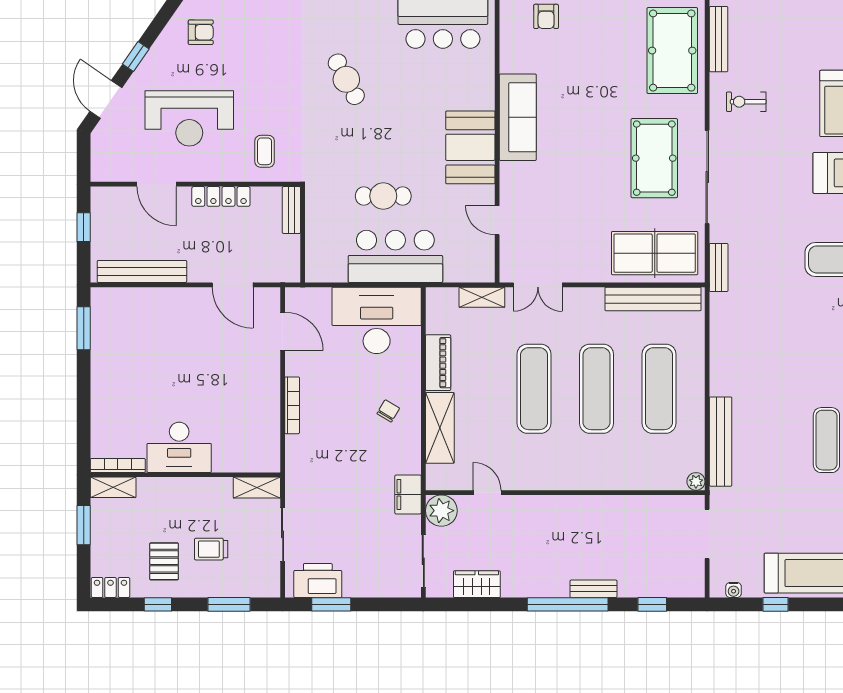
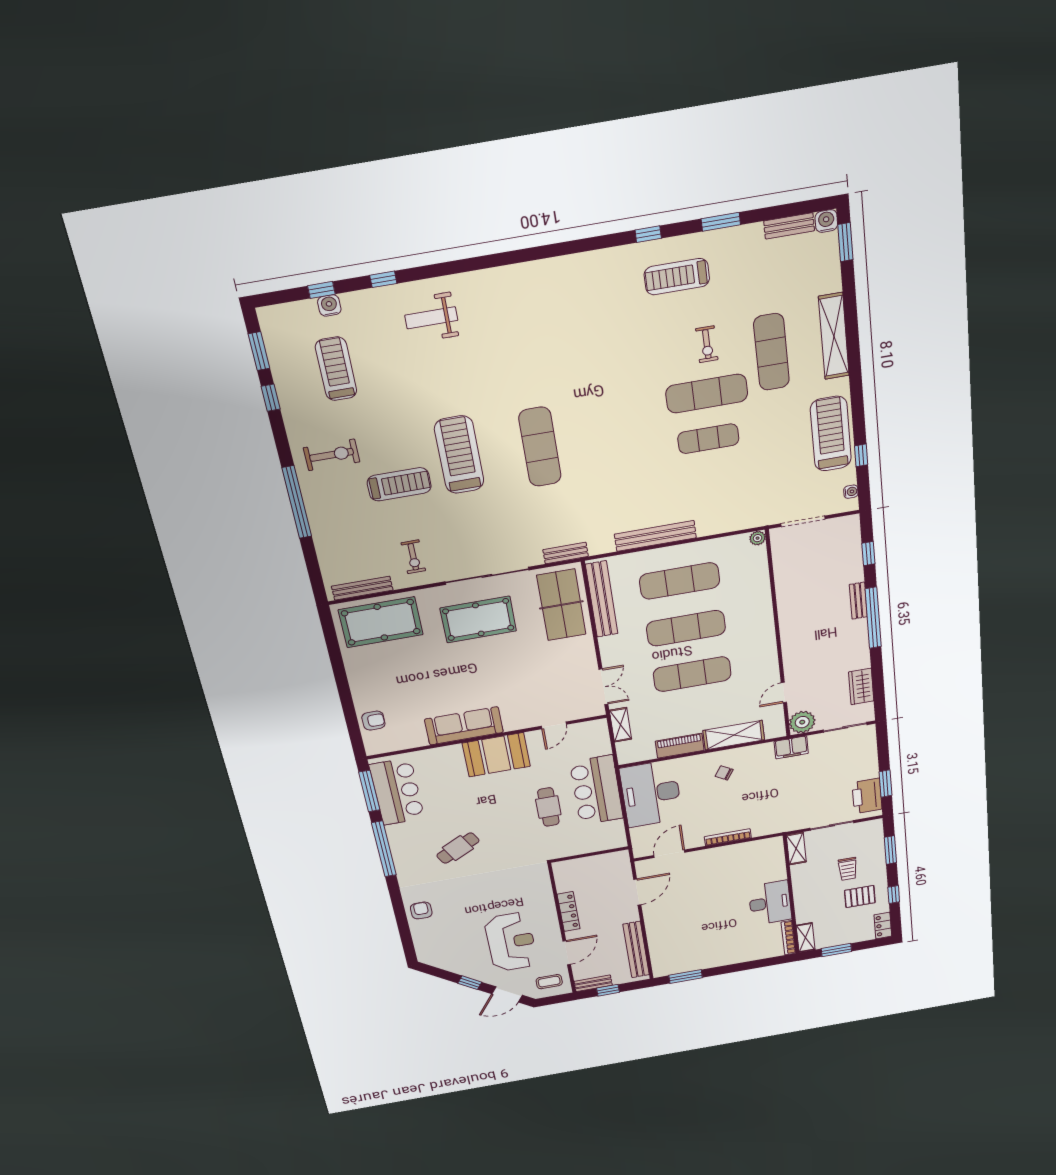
armchair: (201, 32) -> (421, 910), moved
coffee table: (265, 151) -> (549, 982), moved
bench: (291, 210) -> (593, 983), moved
bench: (721, 442) -> (655, 536), moved

